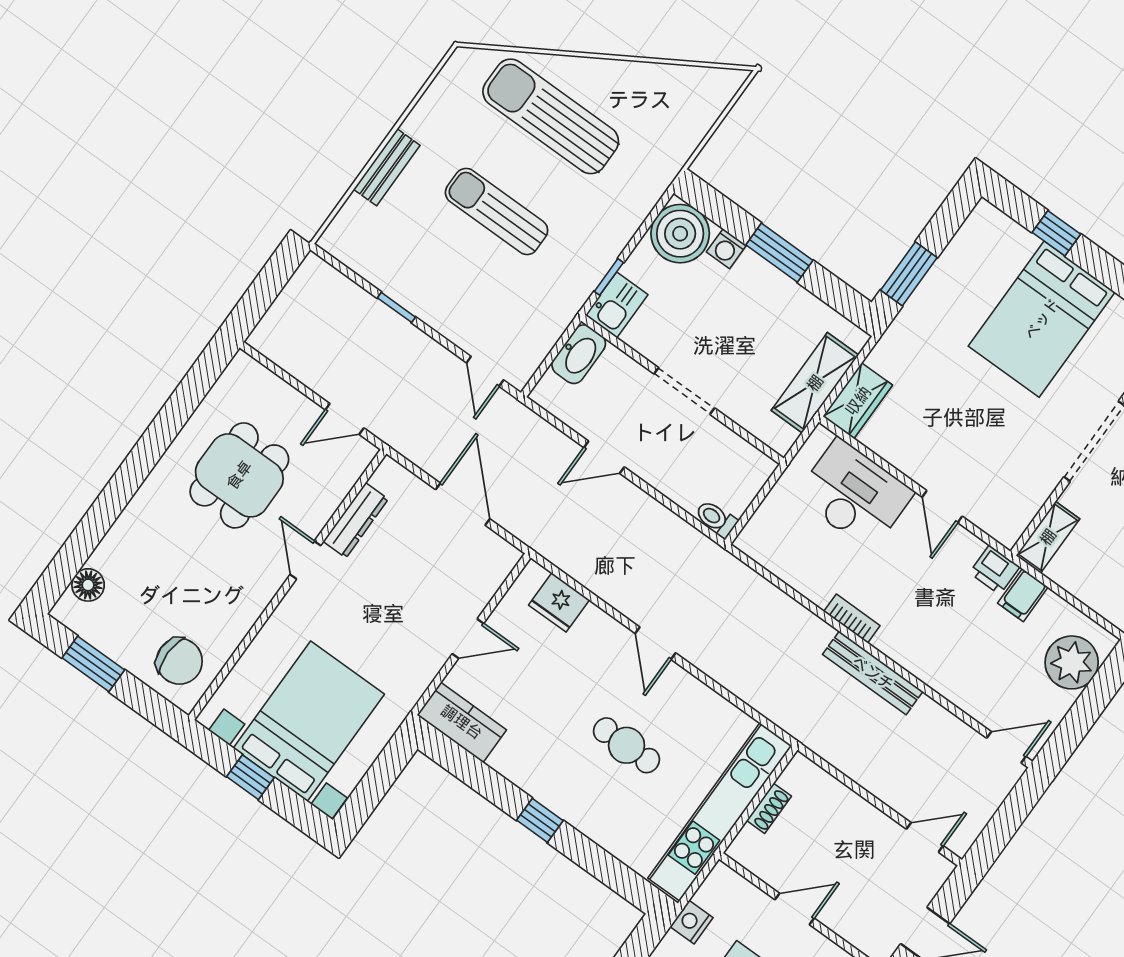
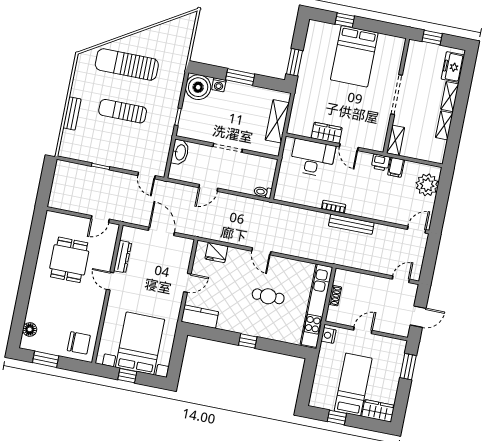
kitchen sink: (617, 305) -> (186, 126), removed
wardrobe: (858, 401) -> (327, 133), moved, turned -90
nightstand: (692, 922) -> (329, 335), moved

